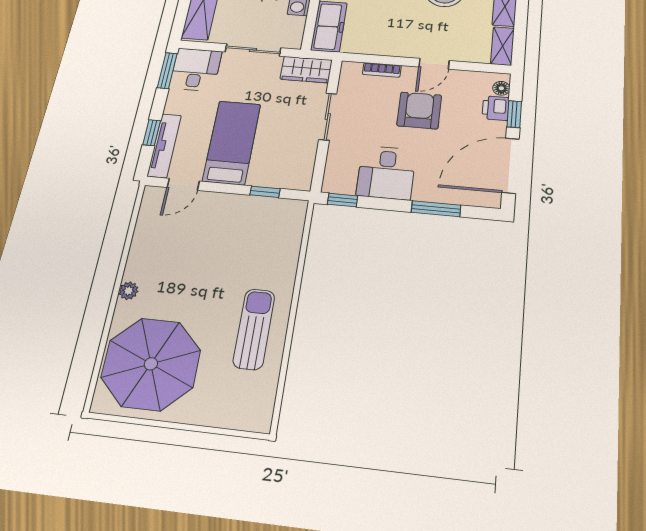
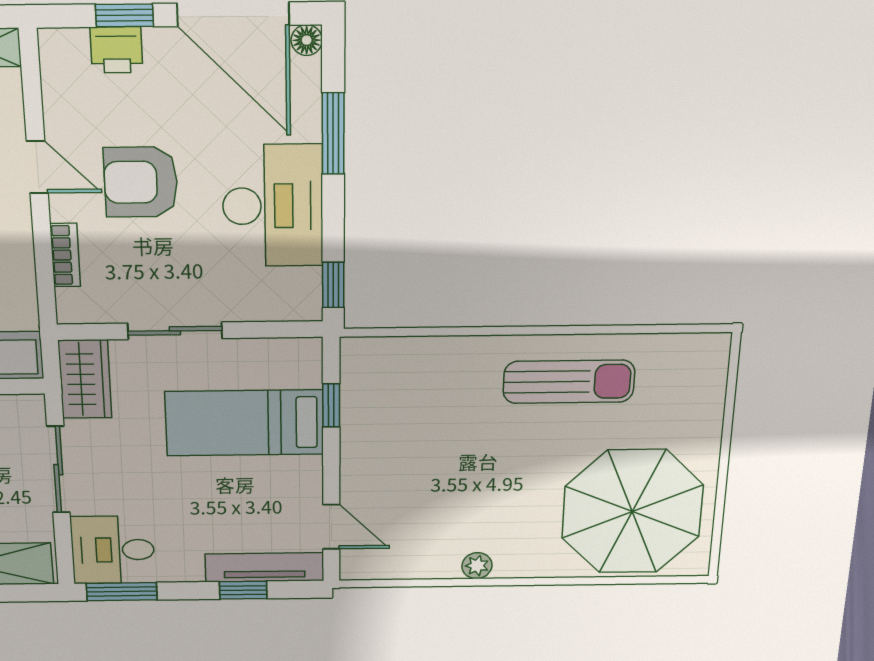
floor lamp: (501, 88) -> (307, 40), moved
bed: (232, 142) -> (245, 423), moved
desk: (386, 173) -> (273, 206), width x1.37
plant: (128, 291) -> (477, 566), moved
sun lounger: (254, 329) -> (569, 382), turned 180

